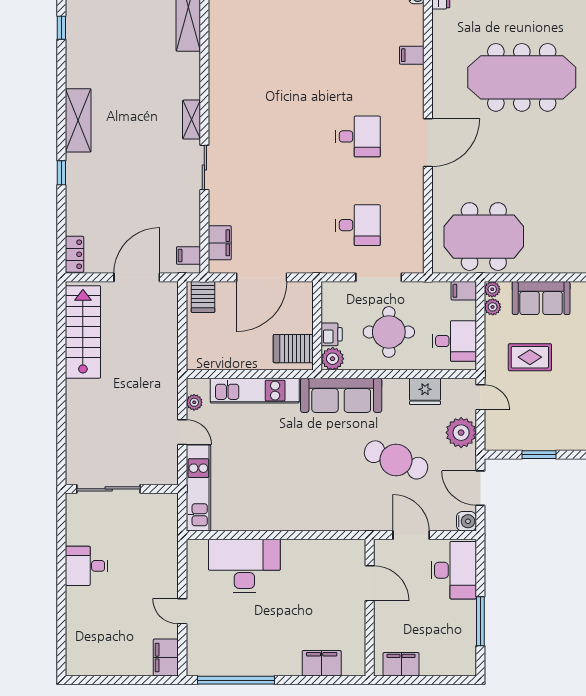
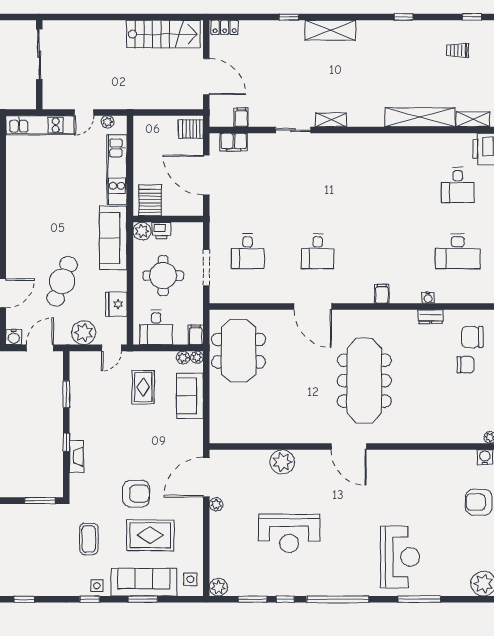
filing cabinet: (188, 256) -> (241, 117), moved

